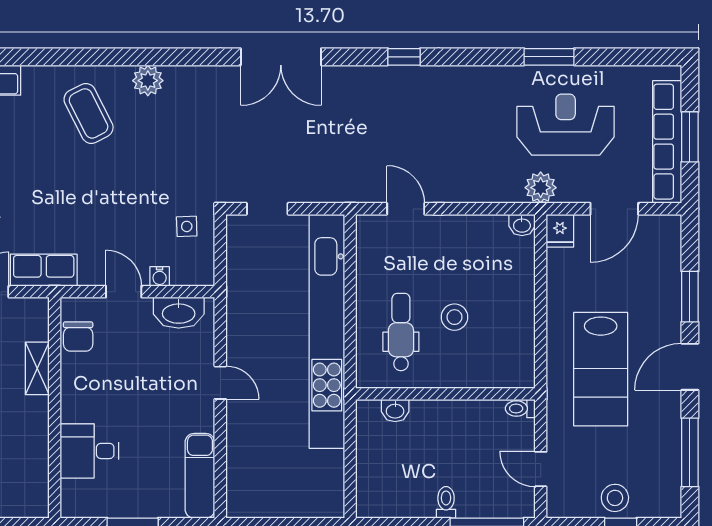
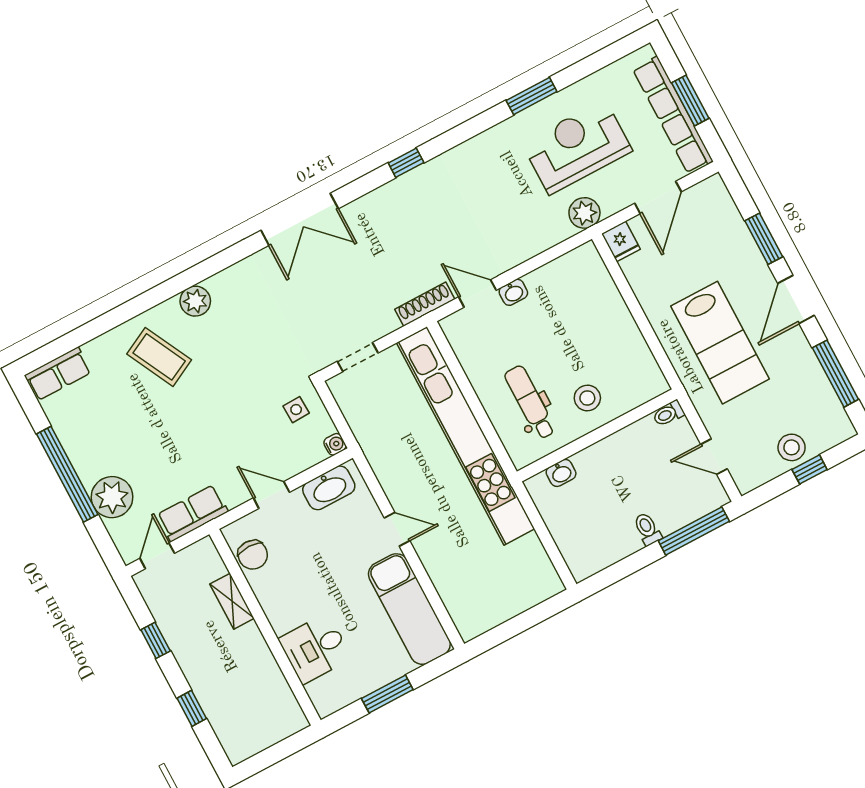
shoe rack: (353, 193) -> (425, 304), added
washbasin: (522, 225) -> (513, 292), moved
water cooler: (160, 276) -> (335, 444), moved, turned -90
stool: (454, 317) -> (587, 398), moved
exam couch: (200, 476) -> (409, 609), width x1.36, depth x1.45

